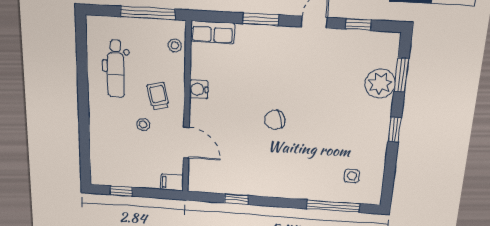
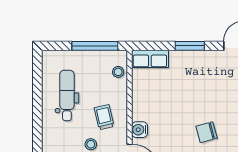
dental chair: (116, 69) -> (67, 95), turned 180
water cooler: (199, 89) -> (139, 130), moved

